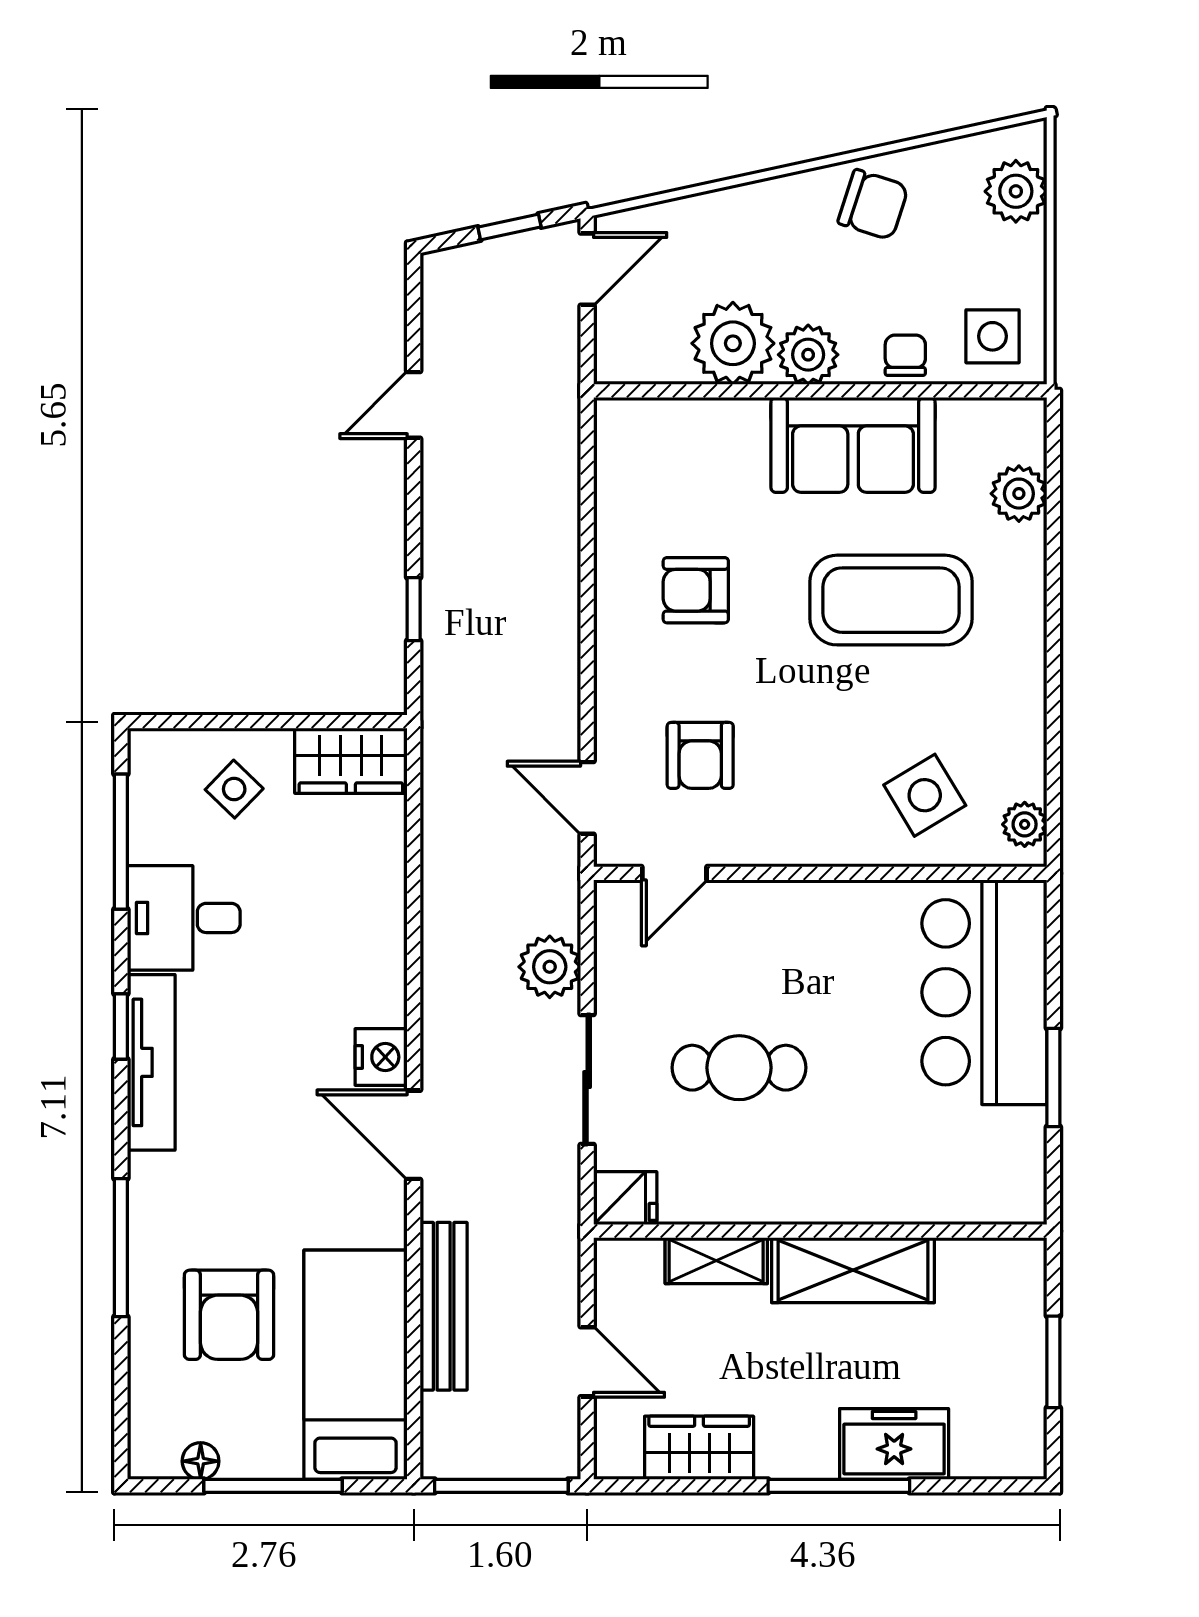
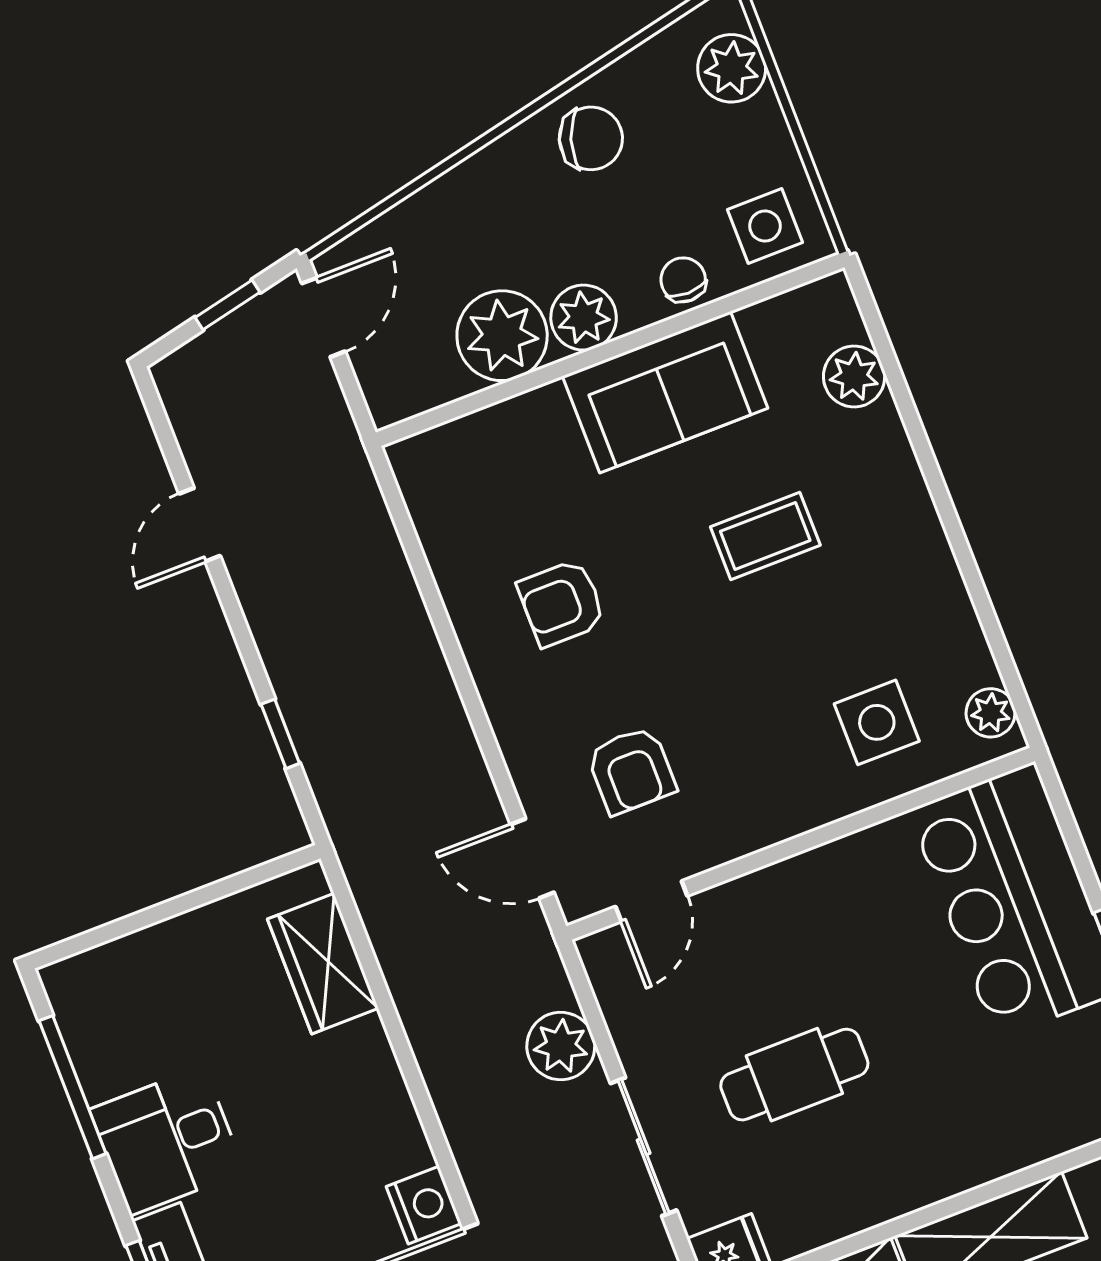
coffee table: (891, 600) -> (765, 536), width x0.54, depth x0.58
wardrobe: (351, 761) -> (323, 964), moved, turned 90
side table: (234, 789) -> (168, 989), removed
side table: (925, 795) -> (877, 722), turned 31

